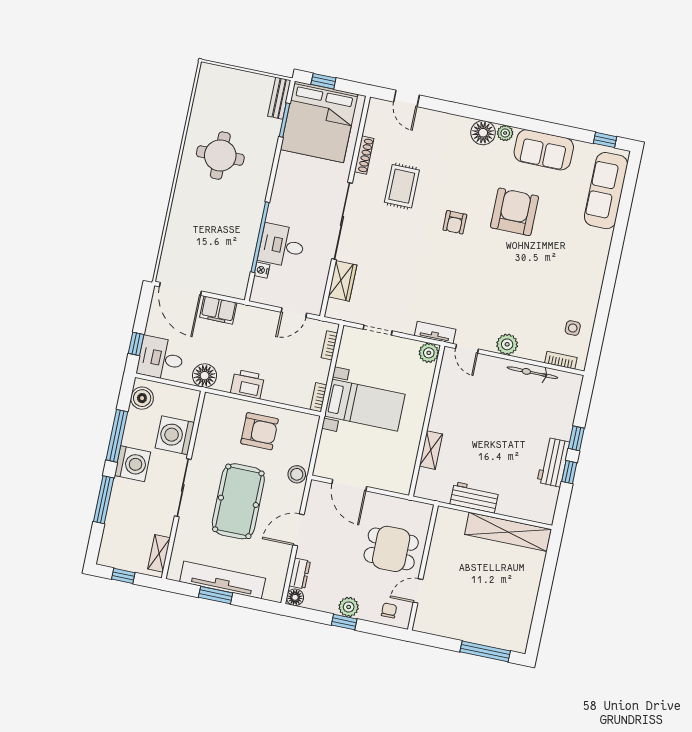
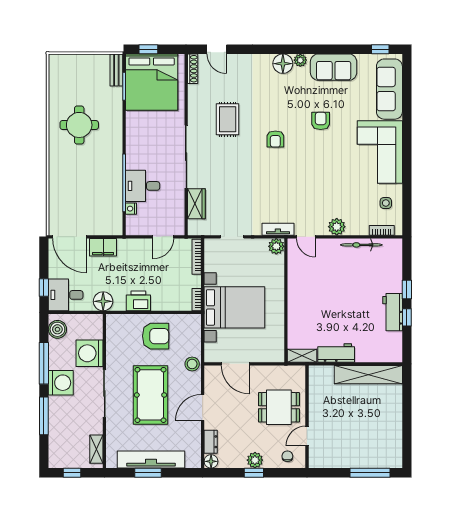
shoe rack: (364, 155) -> (193, 69), moved
armchair: (514, 212) -> (321, 121), width x0.53, depth x0.53
corner sofa: (578, 265) -> (380, 152), added
bookcase: (329, 345) -> (197, 257), width x1.56
bed with nightstands: (365, 405) -> (234, 307), width x1.36
shelving: (431, 450) -> (302, 356), moved, turned 90

